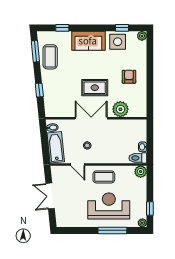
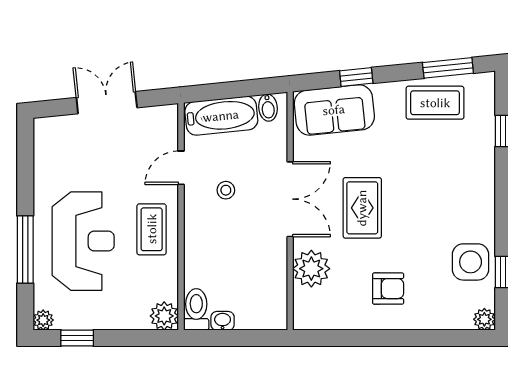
sofa: (88, 41) -> (334, 110), moved, turned -96

